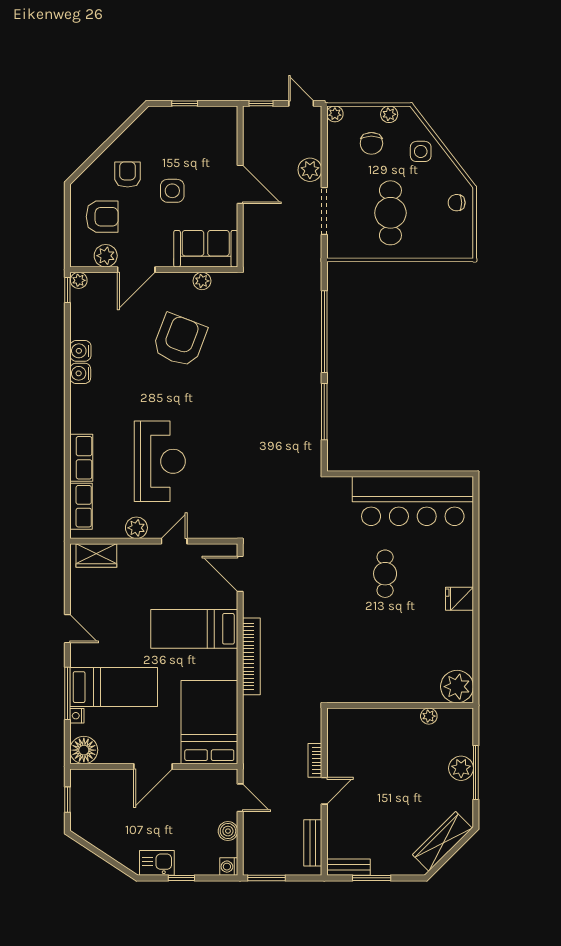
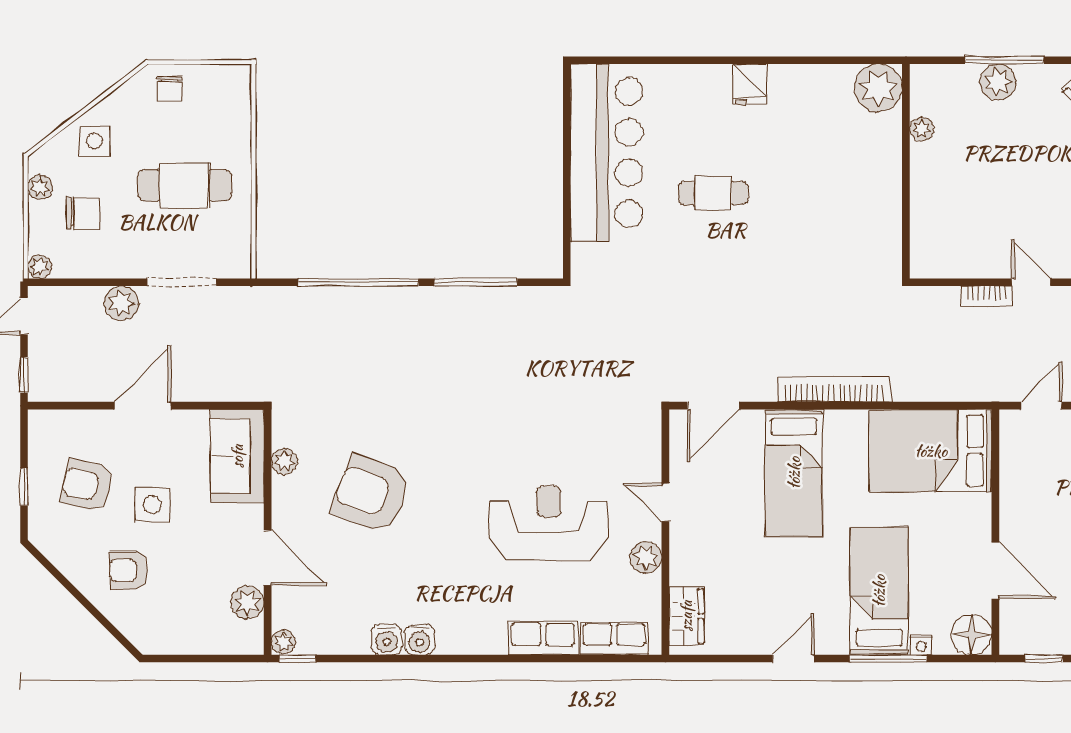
armchair: (102, 217) -> (87, 485), moved, turned -77
door: (153, 766) -> (995, 571), moved

